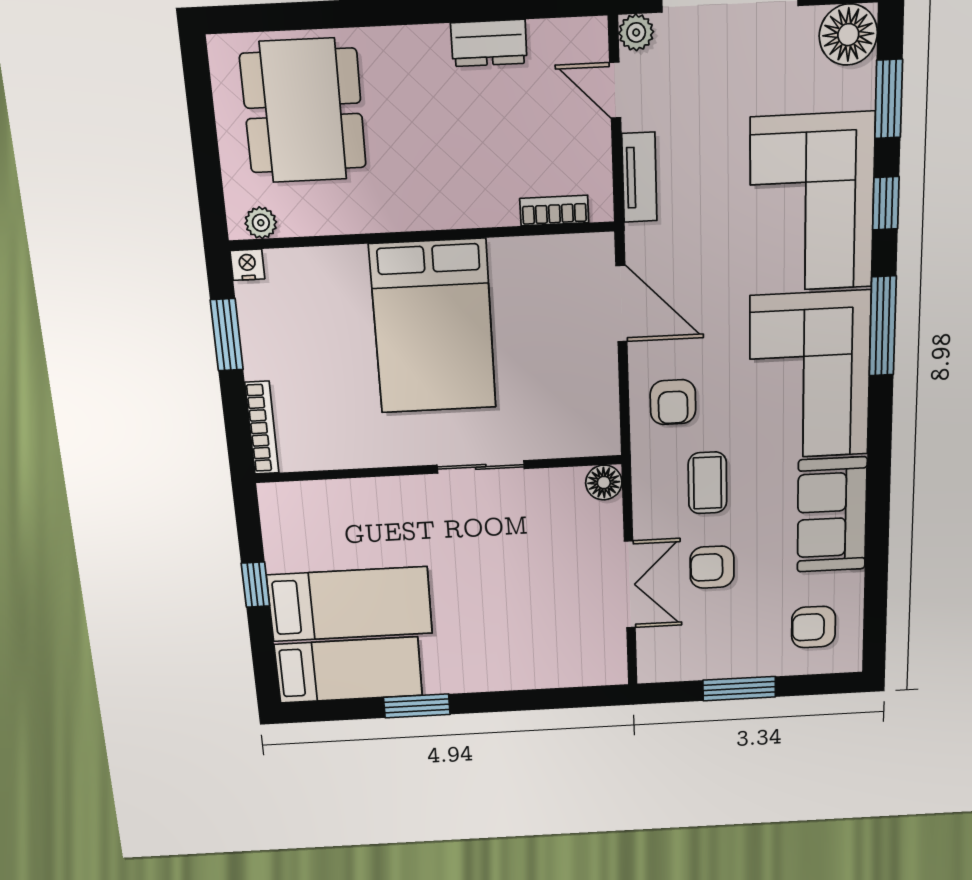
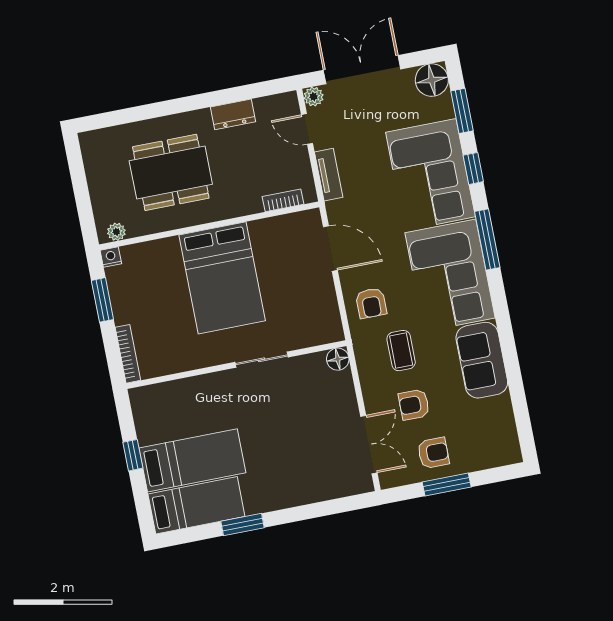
dining table: (303, 111) -> (171, 172), moved, turned 90
double door: (630, 585) -> (369, 445), moved
armchair: (813, 627) -> (433, 453), moved, turned 180

